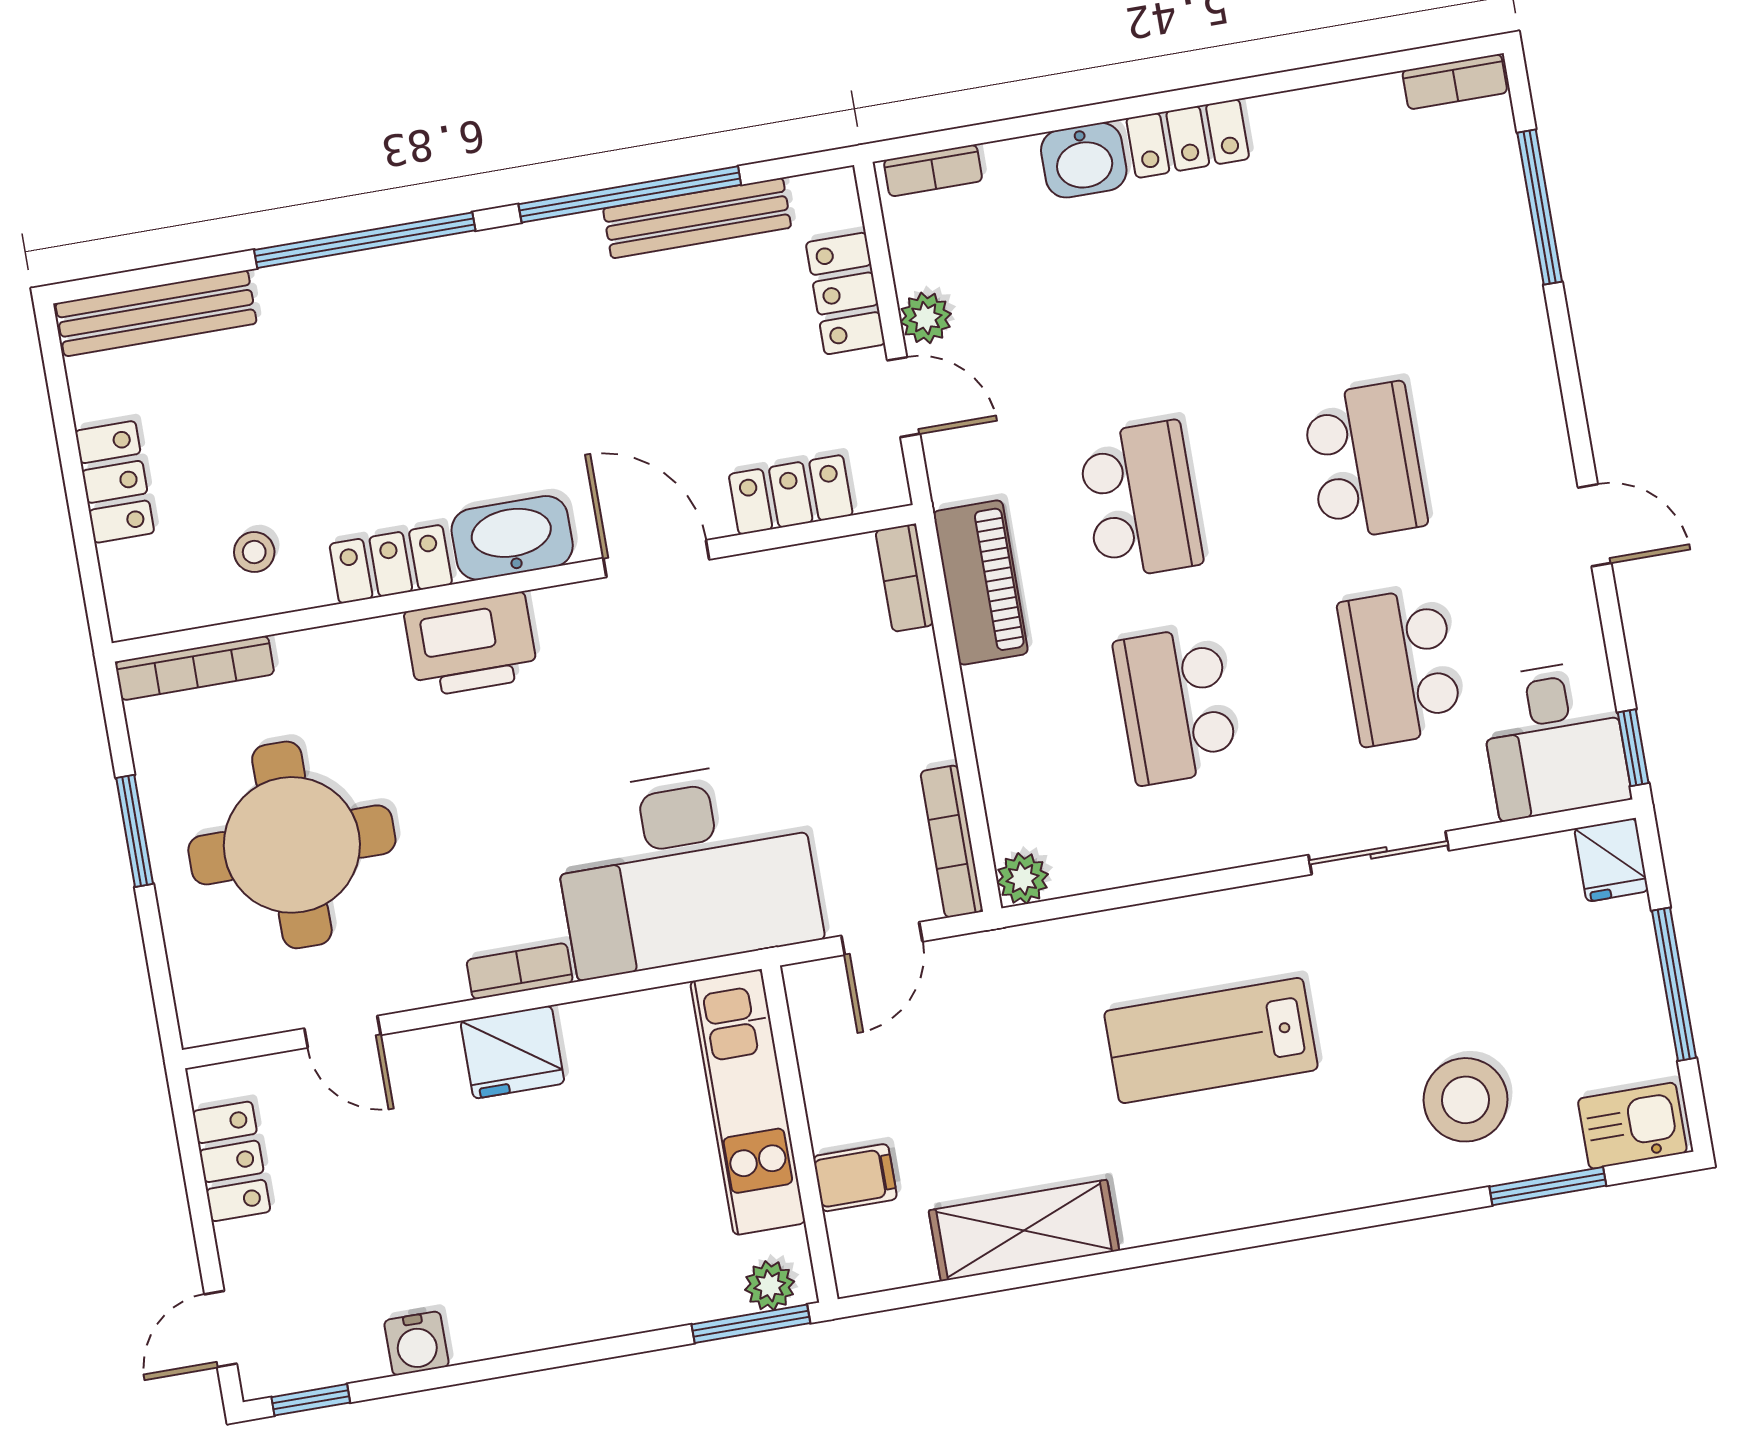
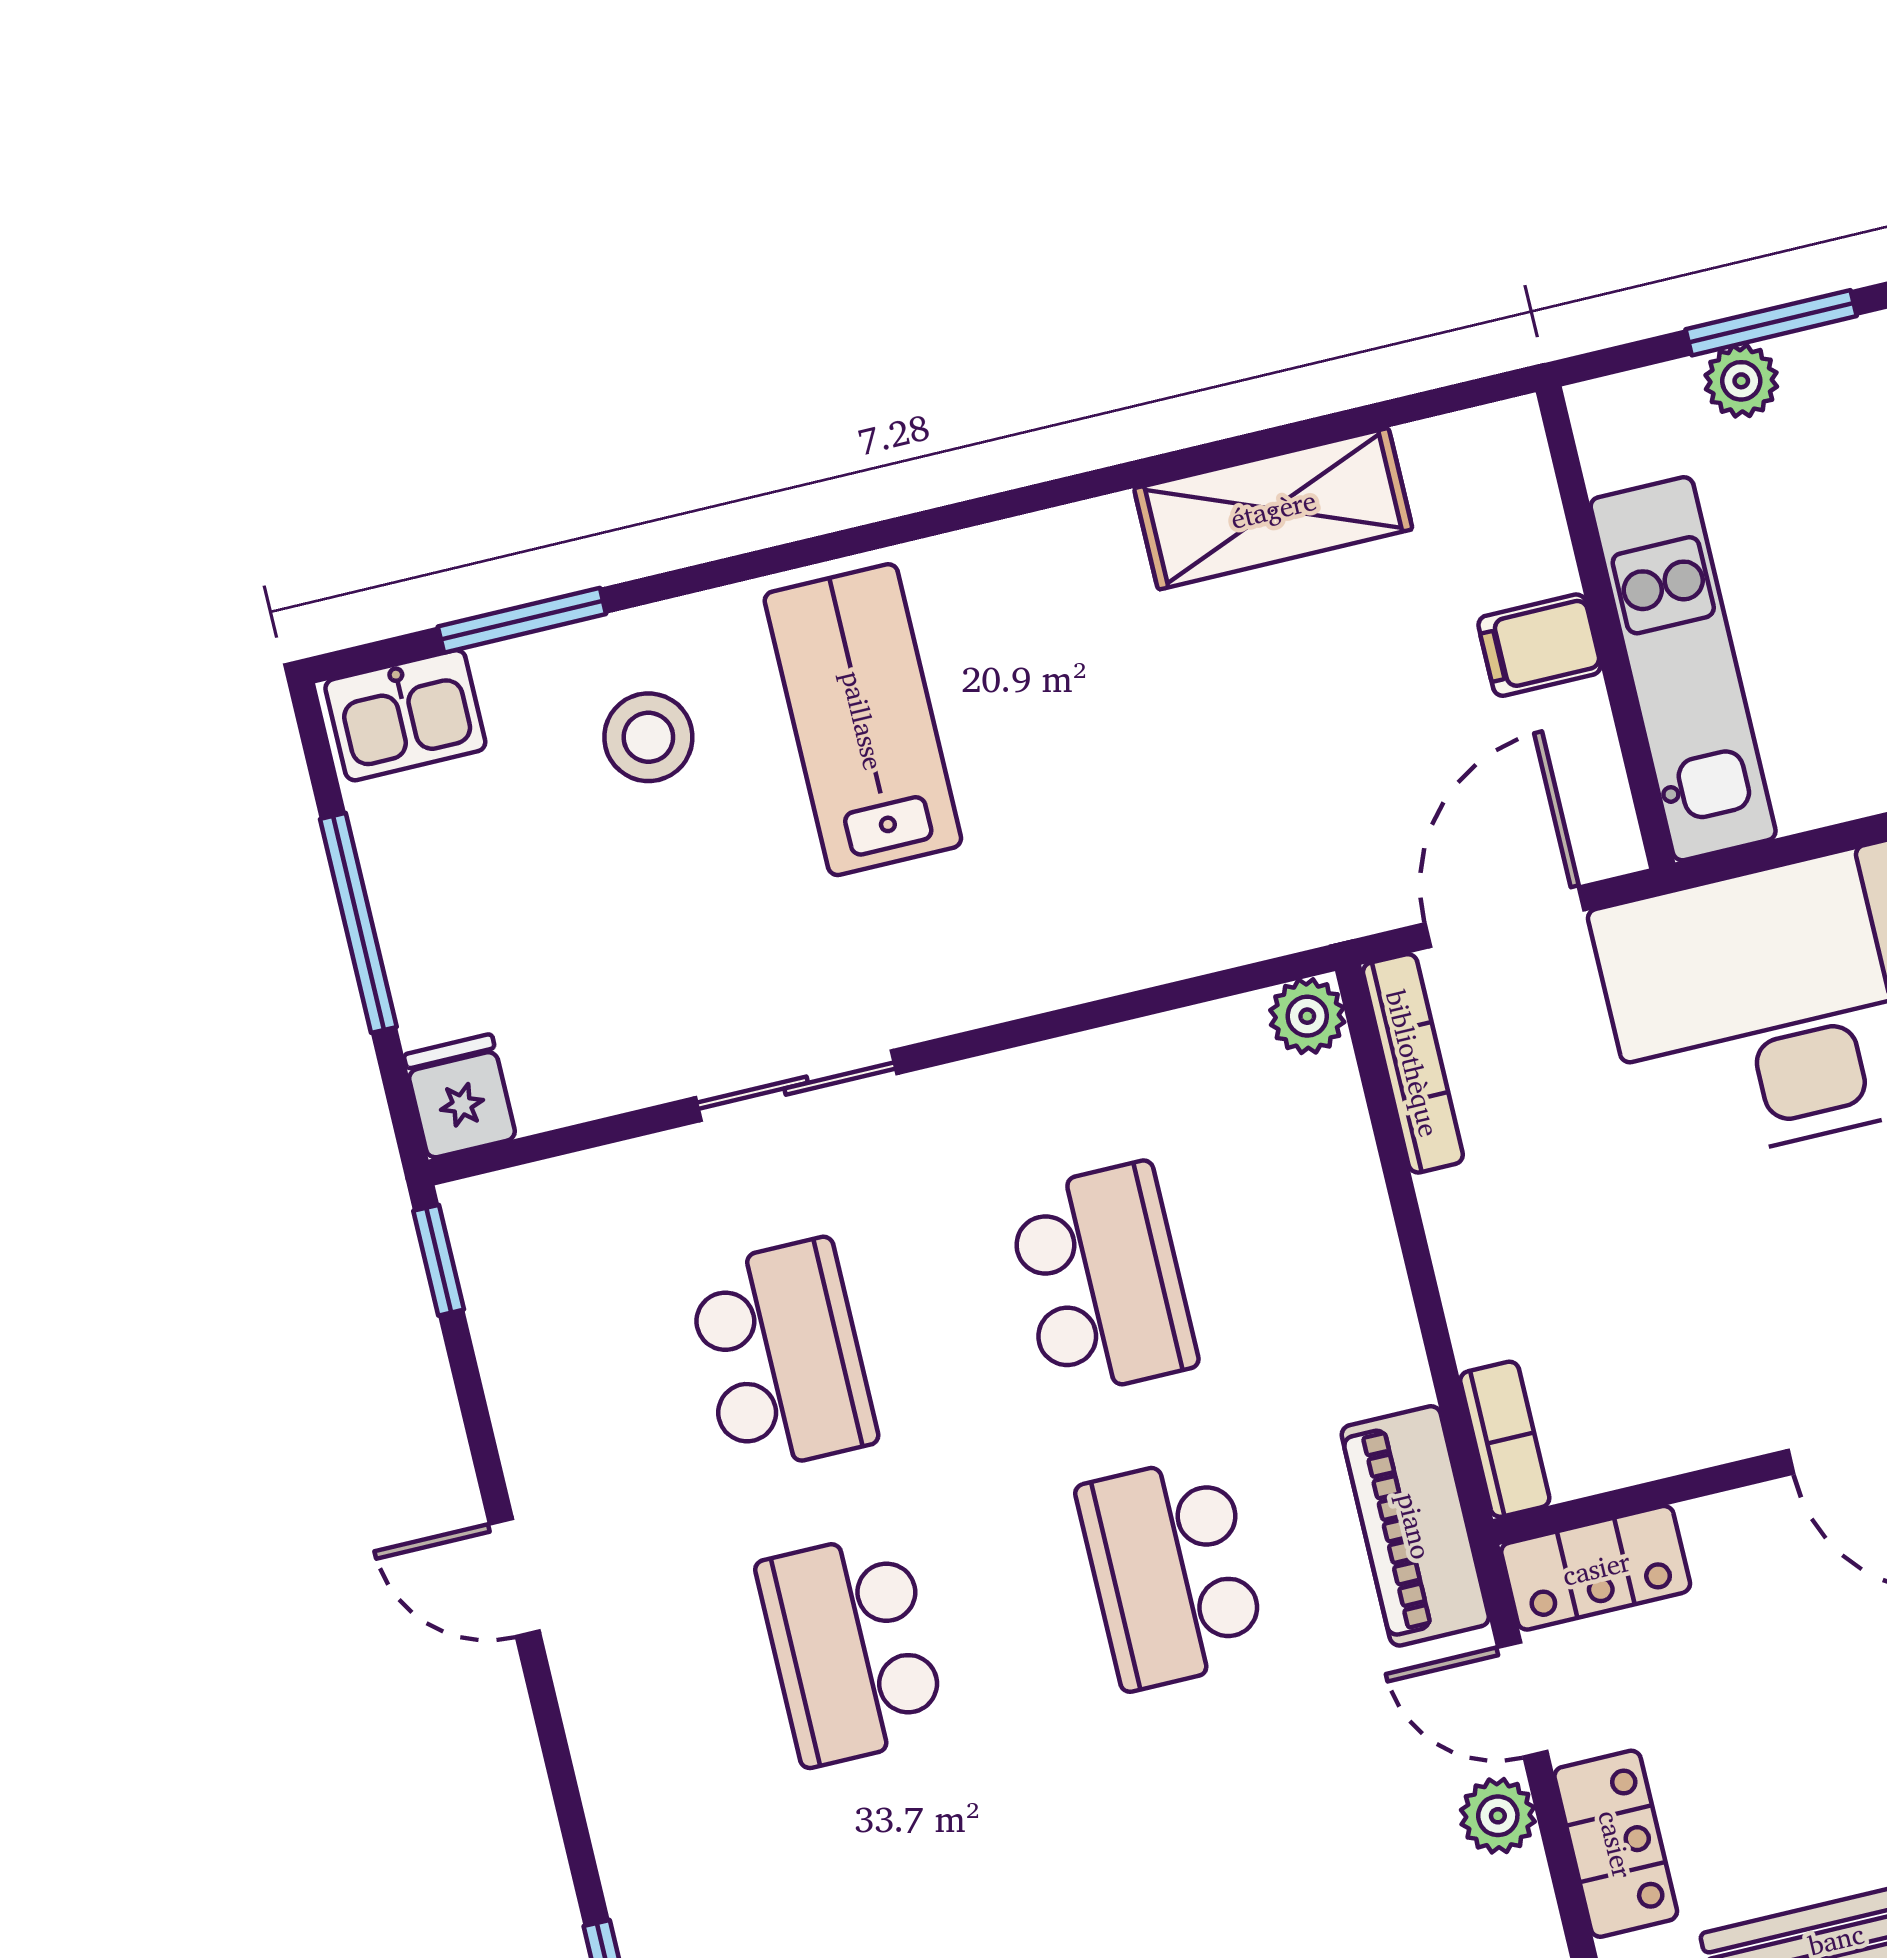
locker: (791, 495) -> (1596, 1568), moved
piano: (981, 583) -> (1415, 1526), moved
desk: (1554, 740) -> (553, 1265), removed
door: (882, 939) -> (1505, 917), width x1.38
lab bench: (1211, 1040) -> (863, 720), moved, turned -90
stool: (1466, 1100) -> (648, 737), width x0.73, depth x0.73
filing cabinet: (855, 1178) -> (1540, 645), moved
plant: (770, 1286) -> (1741, 381), moved
window: (751, 1324) -> (1771, 323), moved

